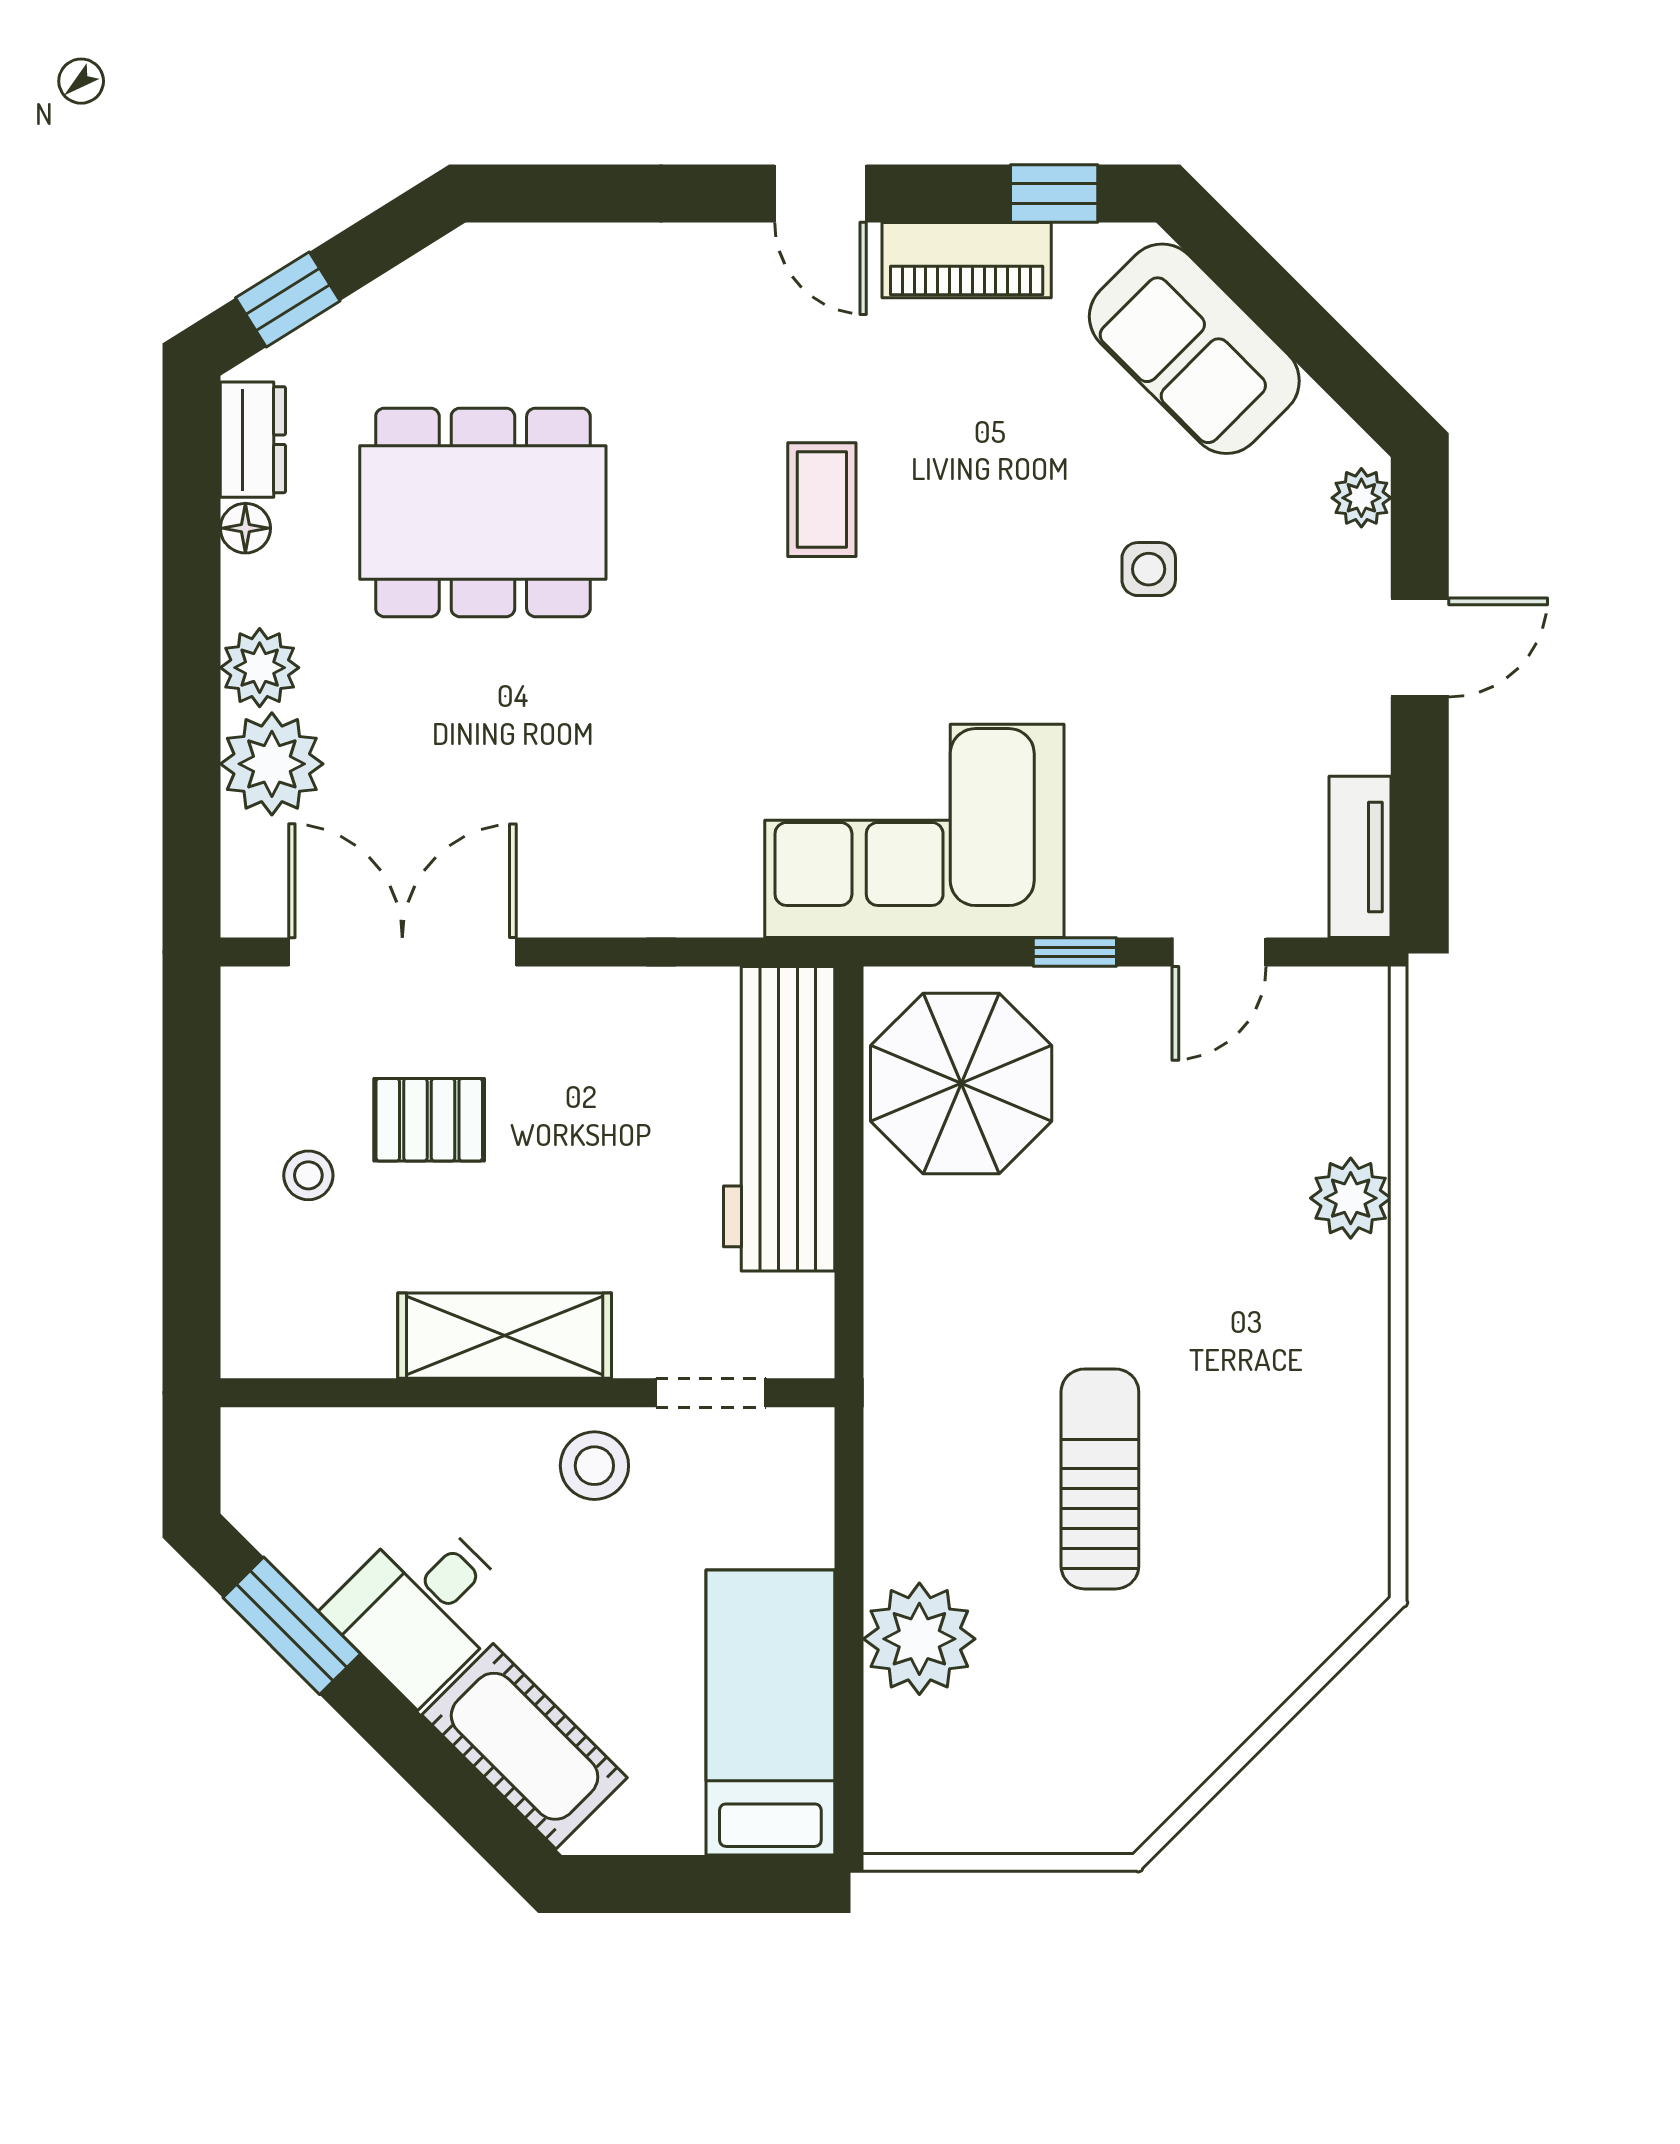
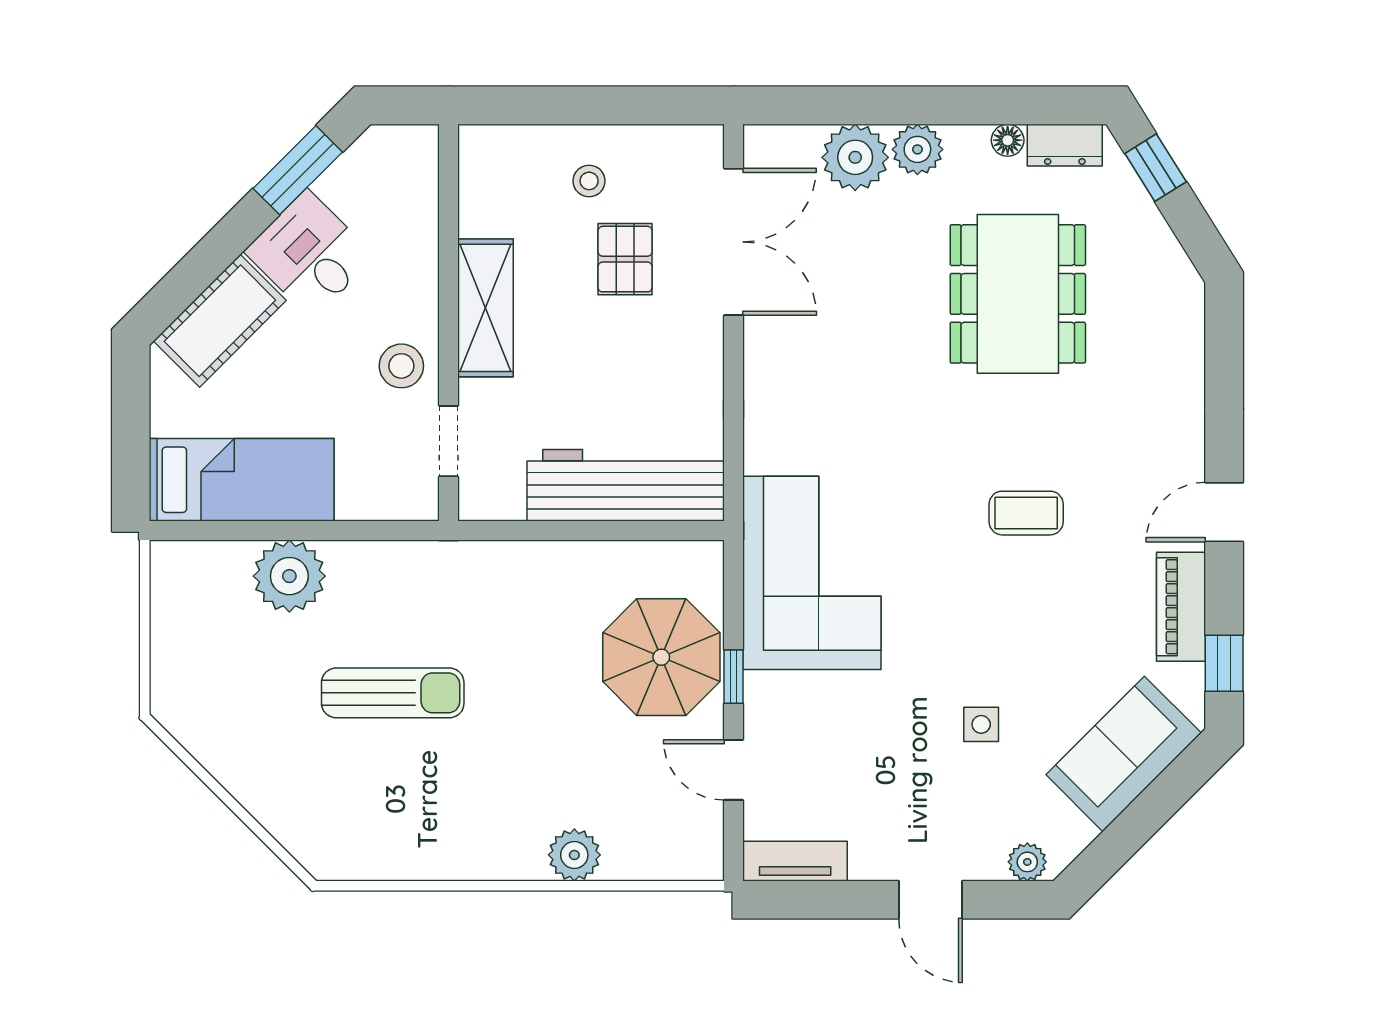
parasol: (961, 1083) -> (661, 657), moved

